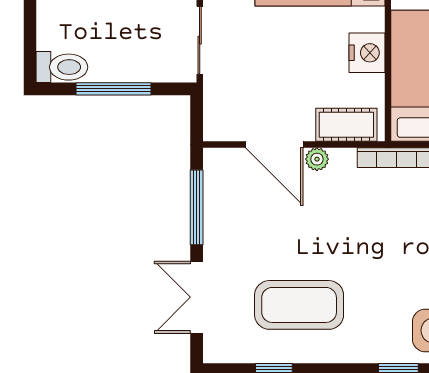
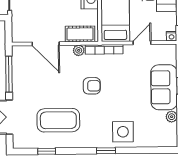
plant: (317, 159) -> (79, 50), moved
armchair: (370, 234) -> (92, 86), added

